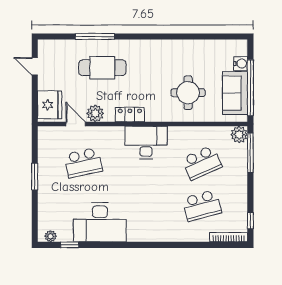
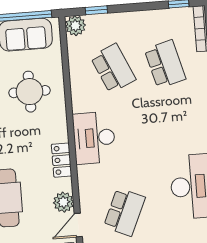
window: (250, 153) -> (96, 10), width x0.46
school desk: (83, 163) -> (124, 212), turned 36

